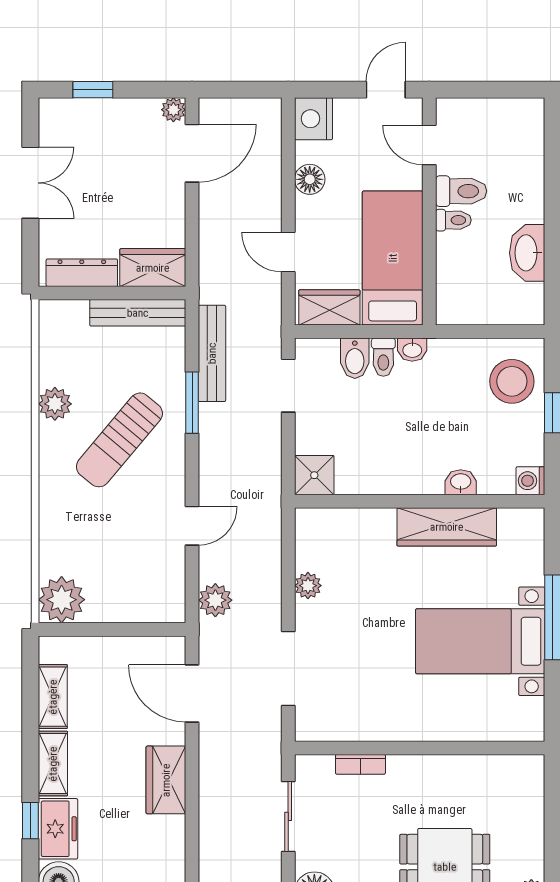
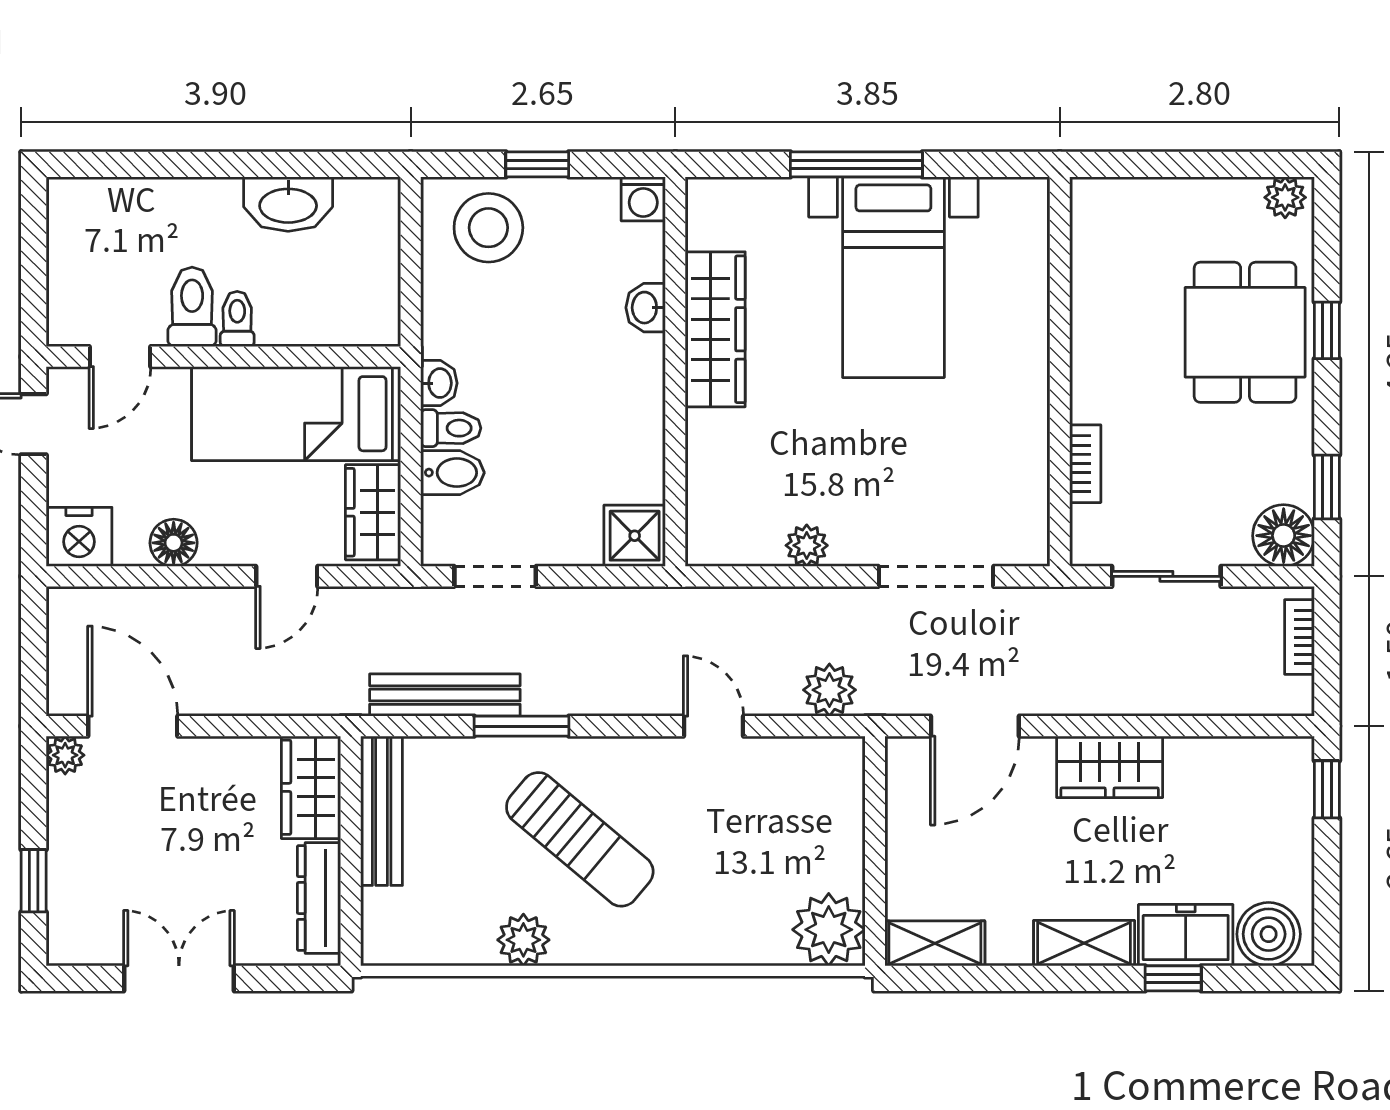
shelving: (53, 697) -> (935, 943), moved

